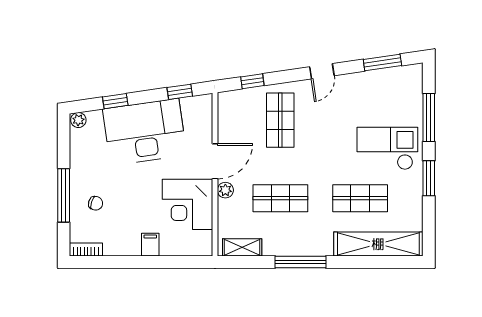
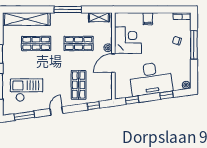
checkout: (387, 148) -> (27, 90), moved, turned 180

